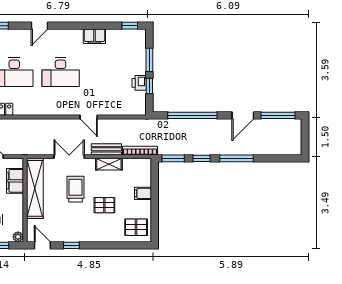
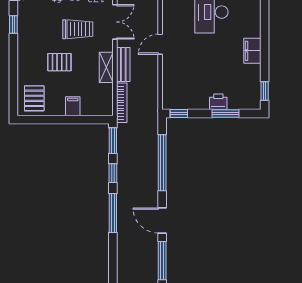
printer: (139, 83) -> (218, 102), moved
window: (149, 86) -> (179, 114), moved
pallet: (104, 205) -> (59, 62), turned 90

